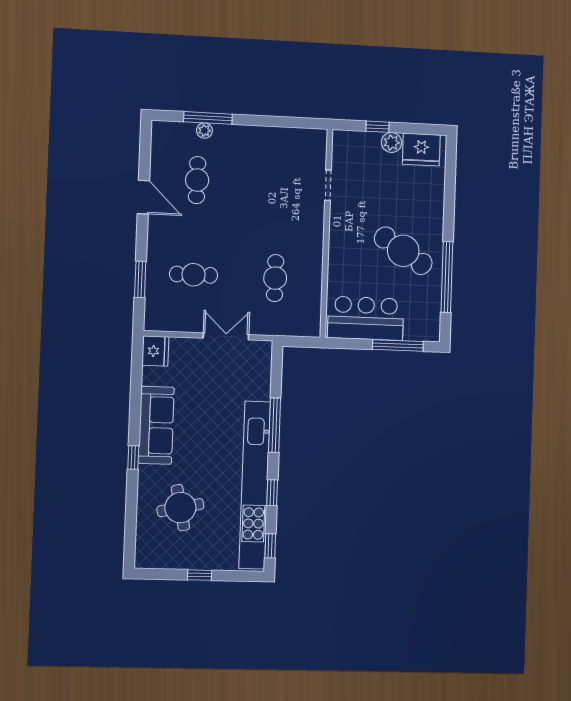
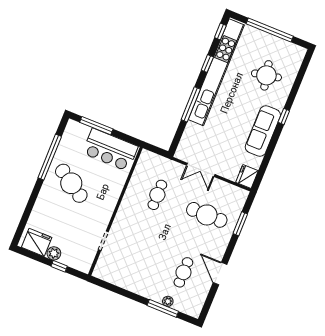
cafe table: (194, 275) -> (207, 215), width x1.37, depth x1.35
window: (200, 575) -> (270, 30), width x3.17

